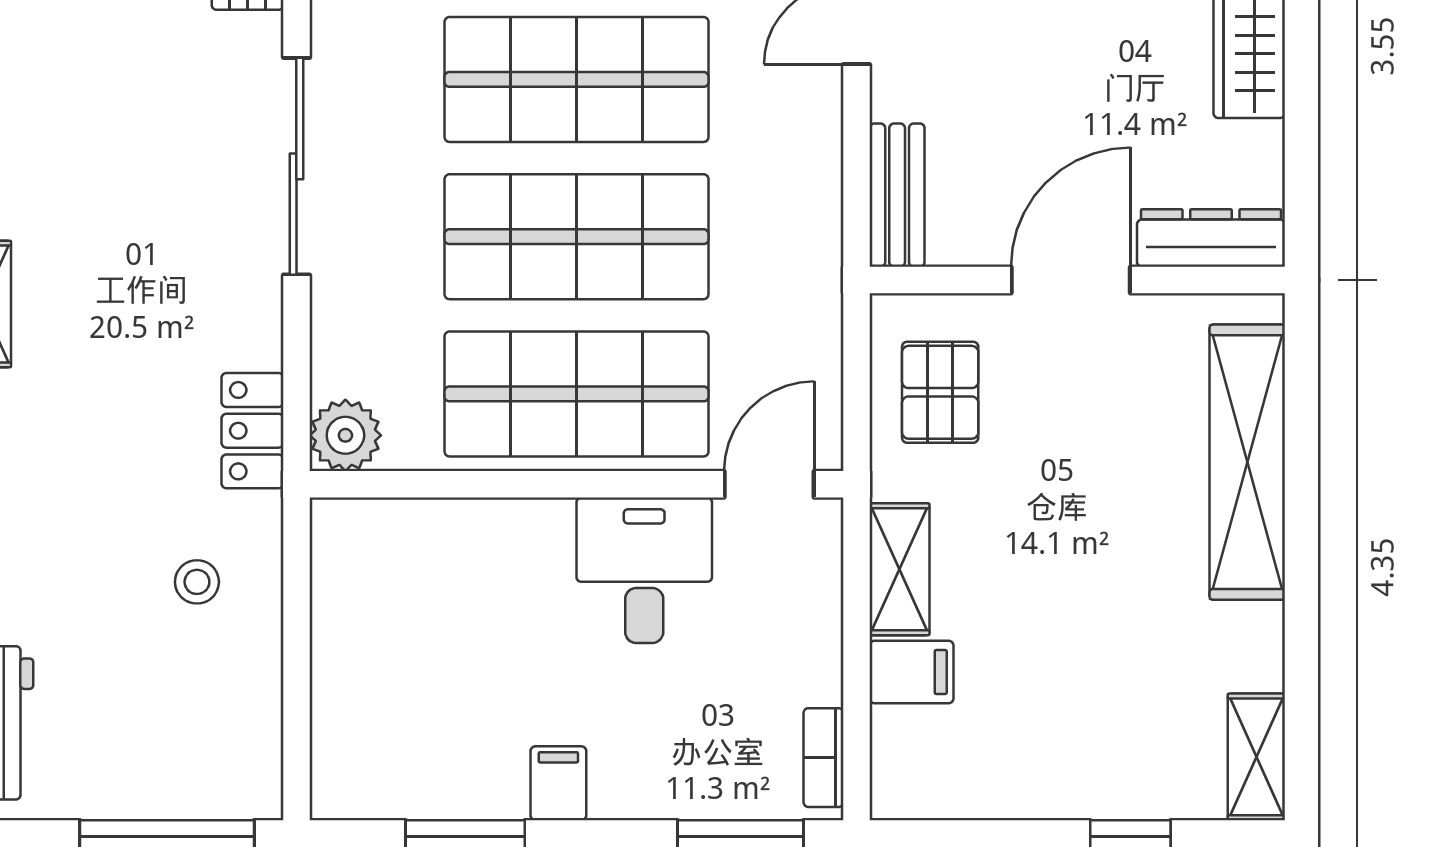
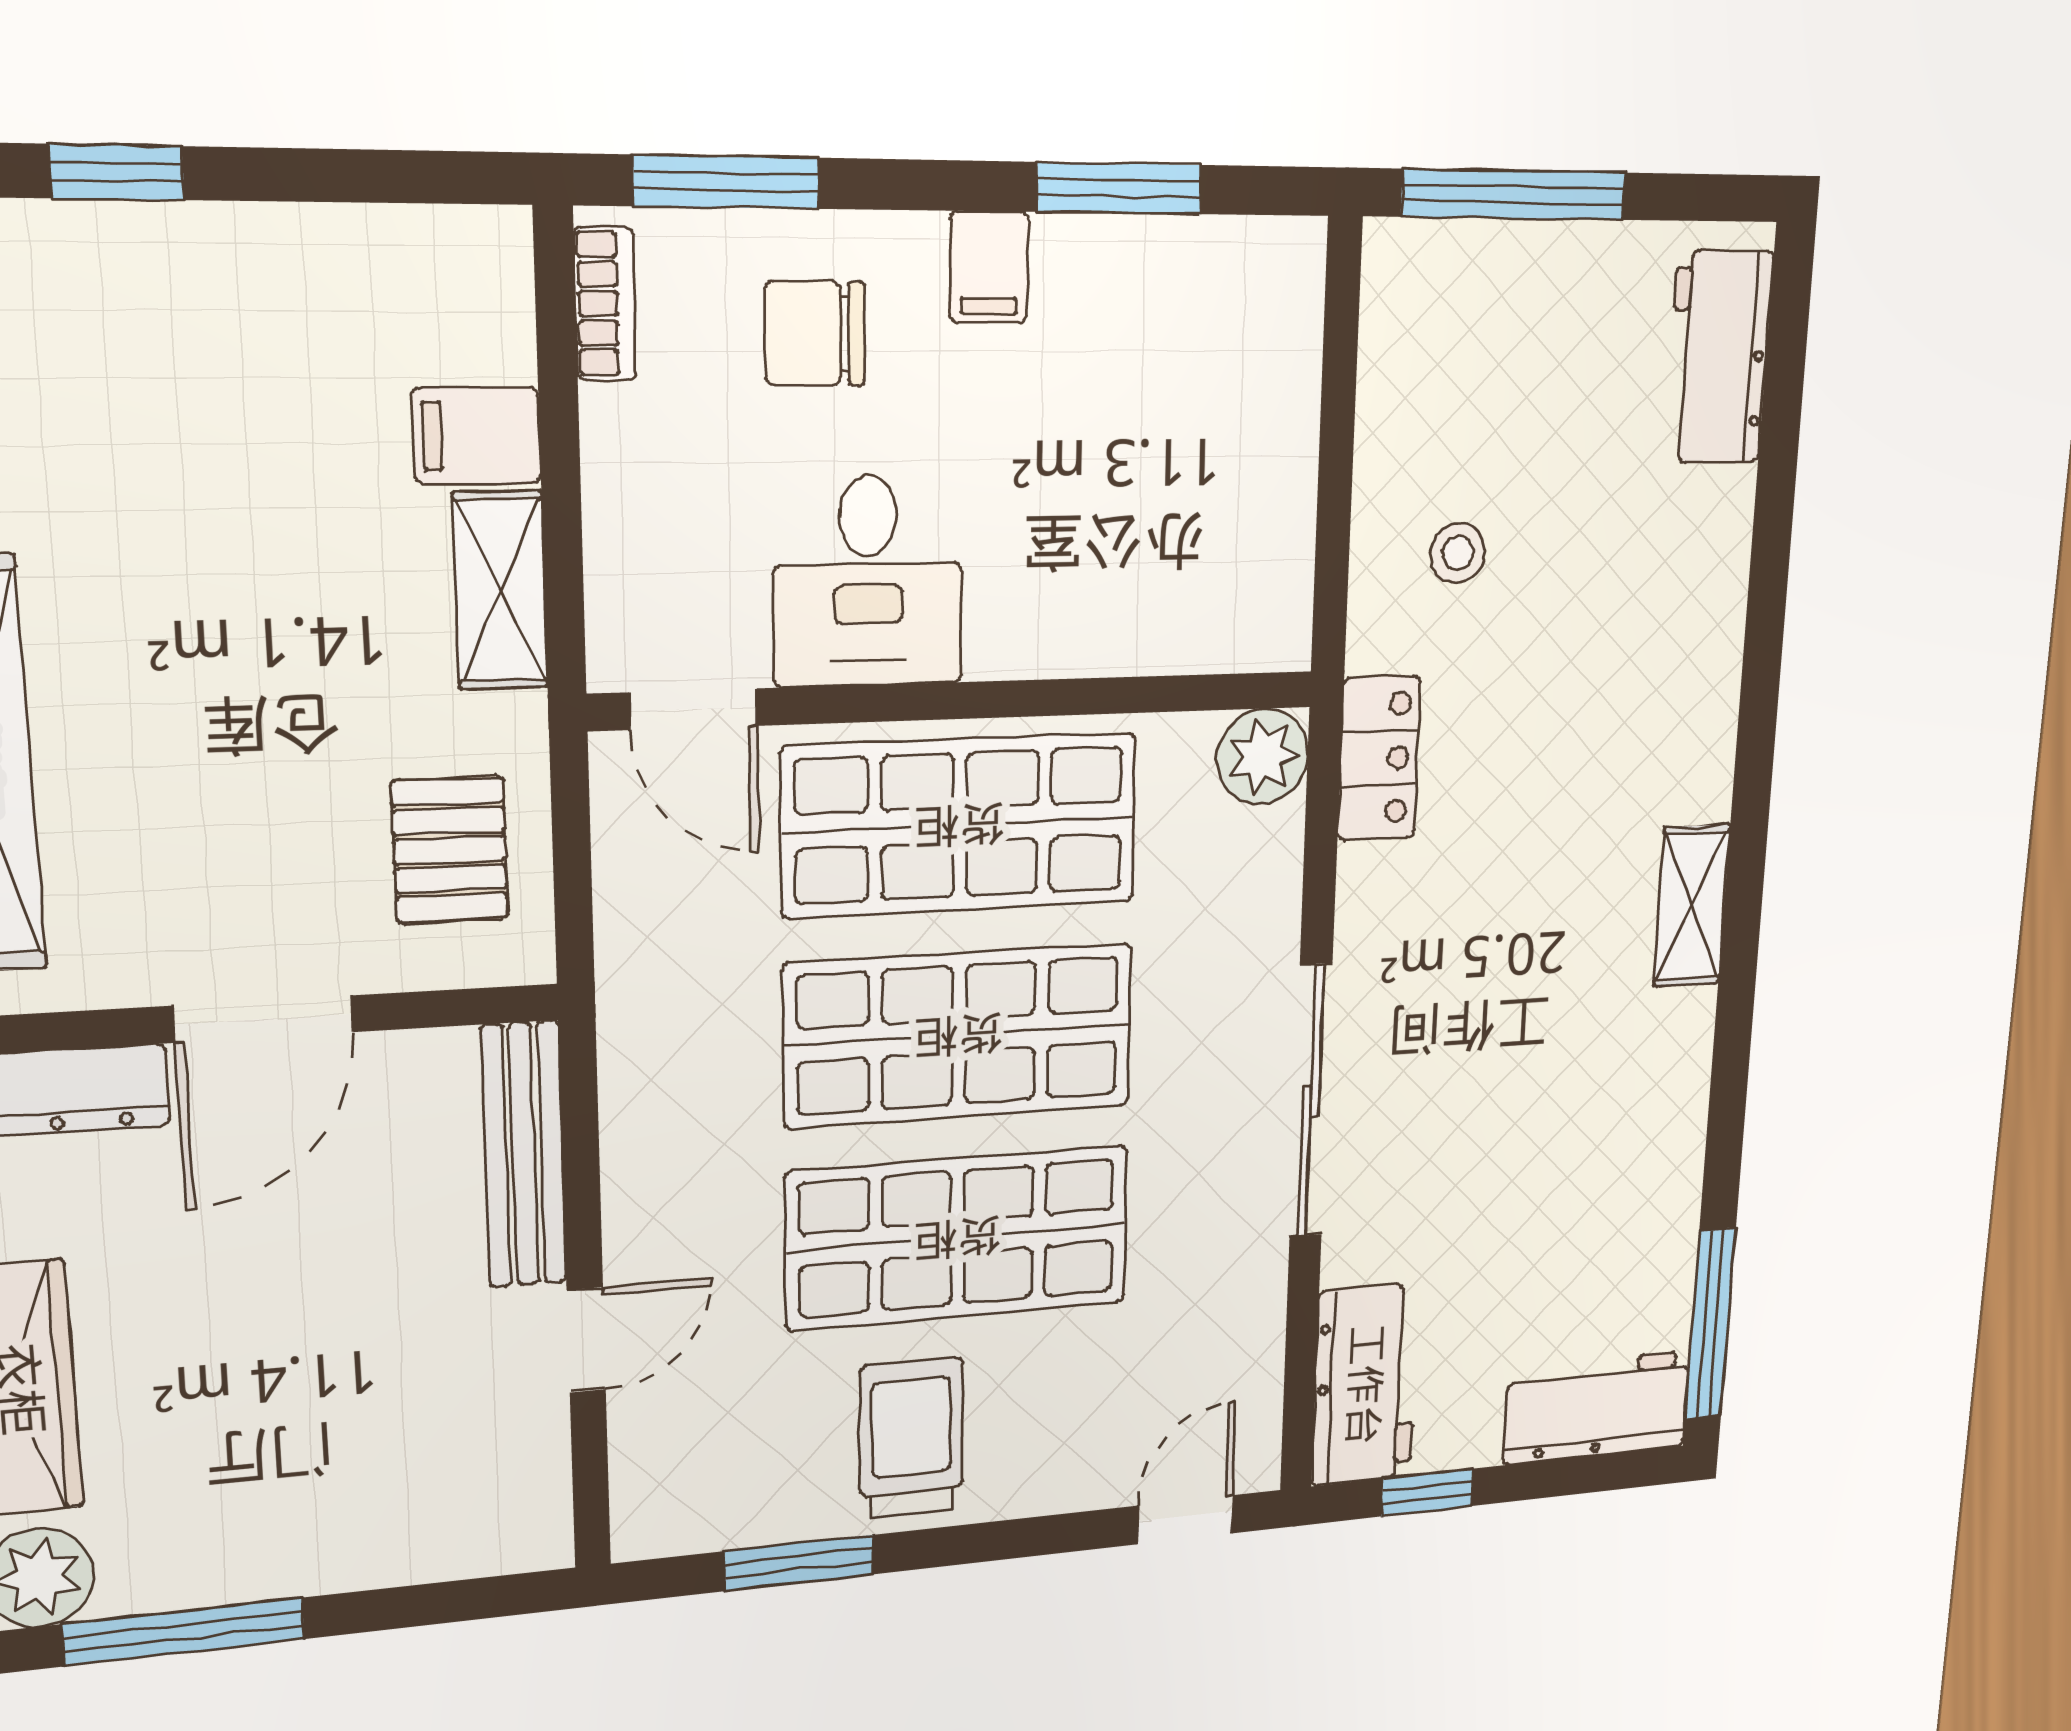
bench: (897, 195) -> (524, 1155), width x1.36
door: (769, 484) -> (693, 709), hinge flipped
chair: (681, 738) -> (815, 334), added

